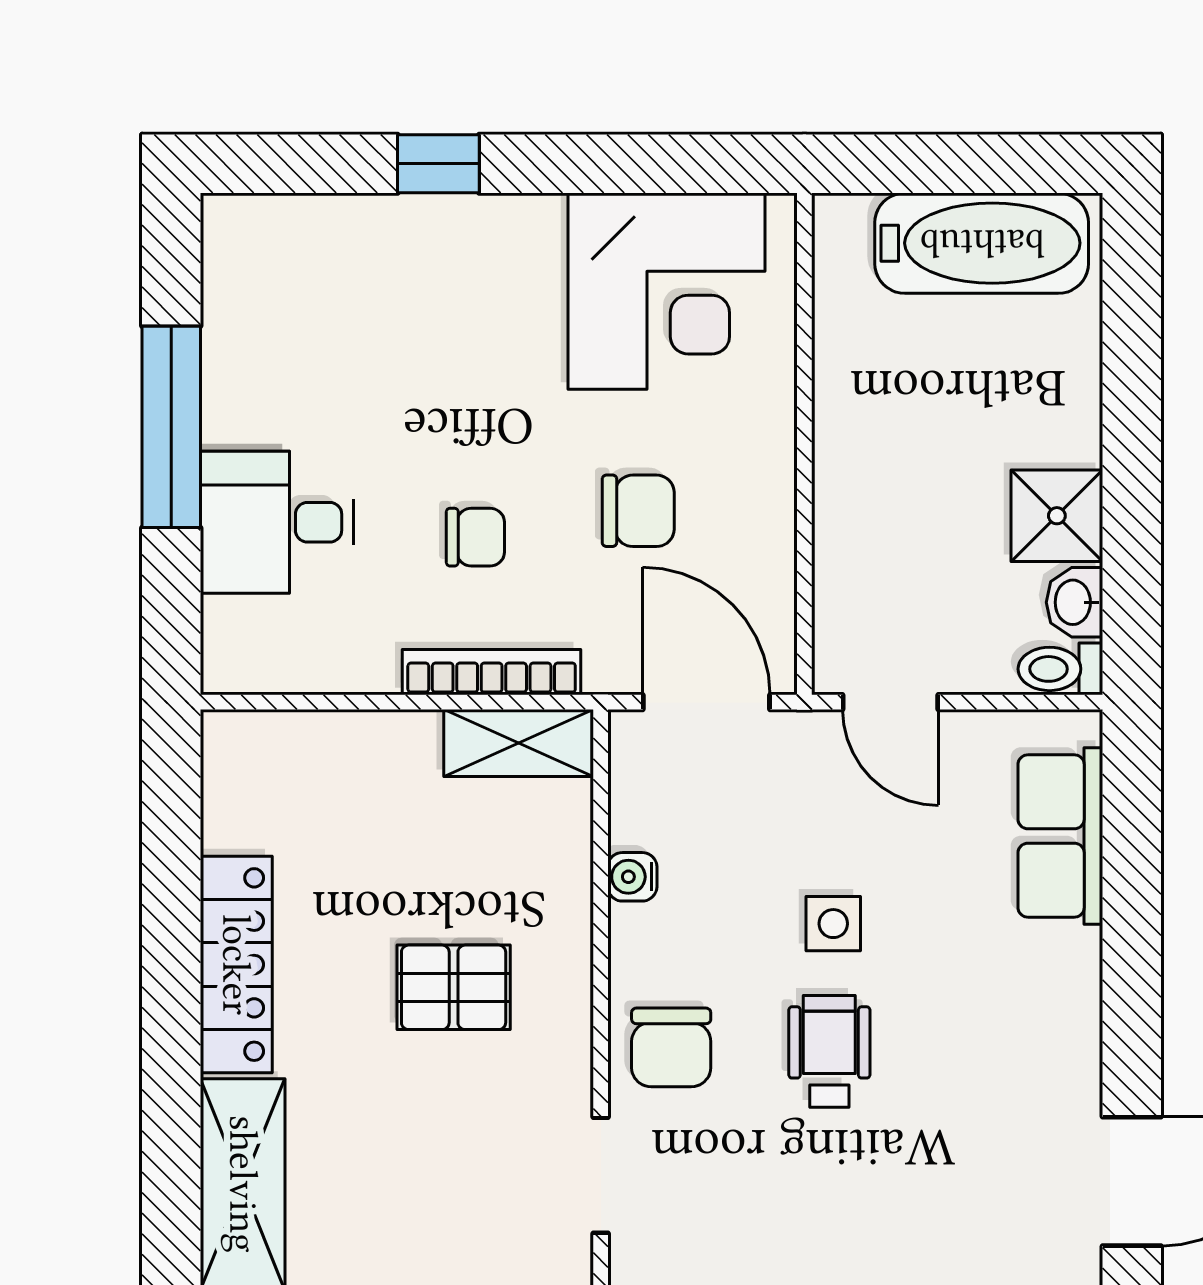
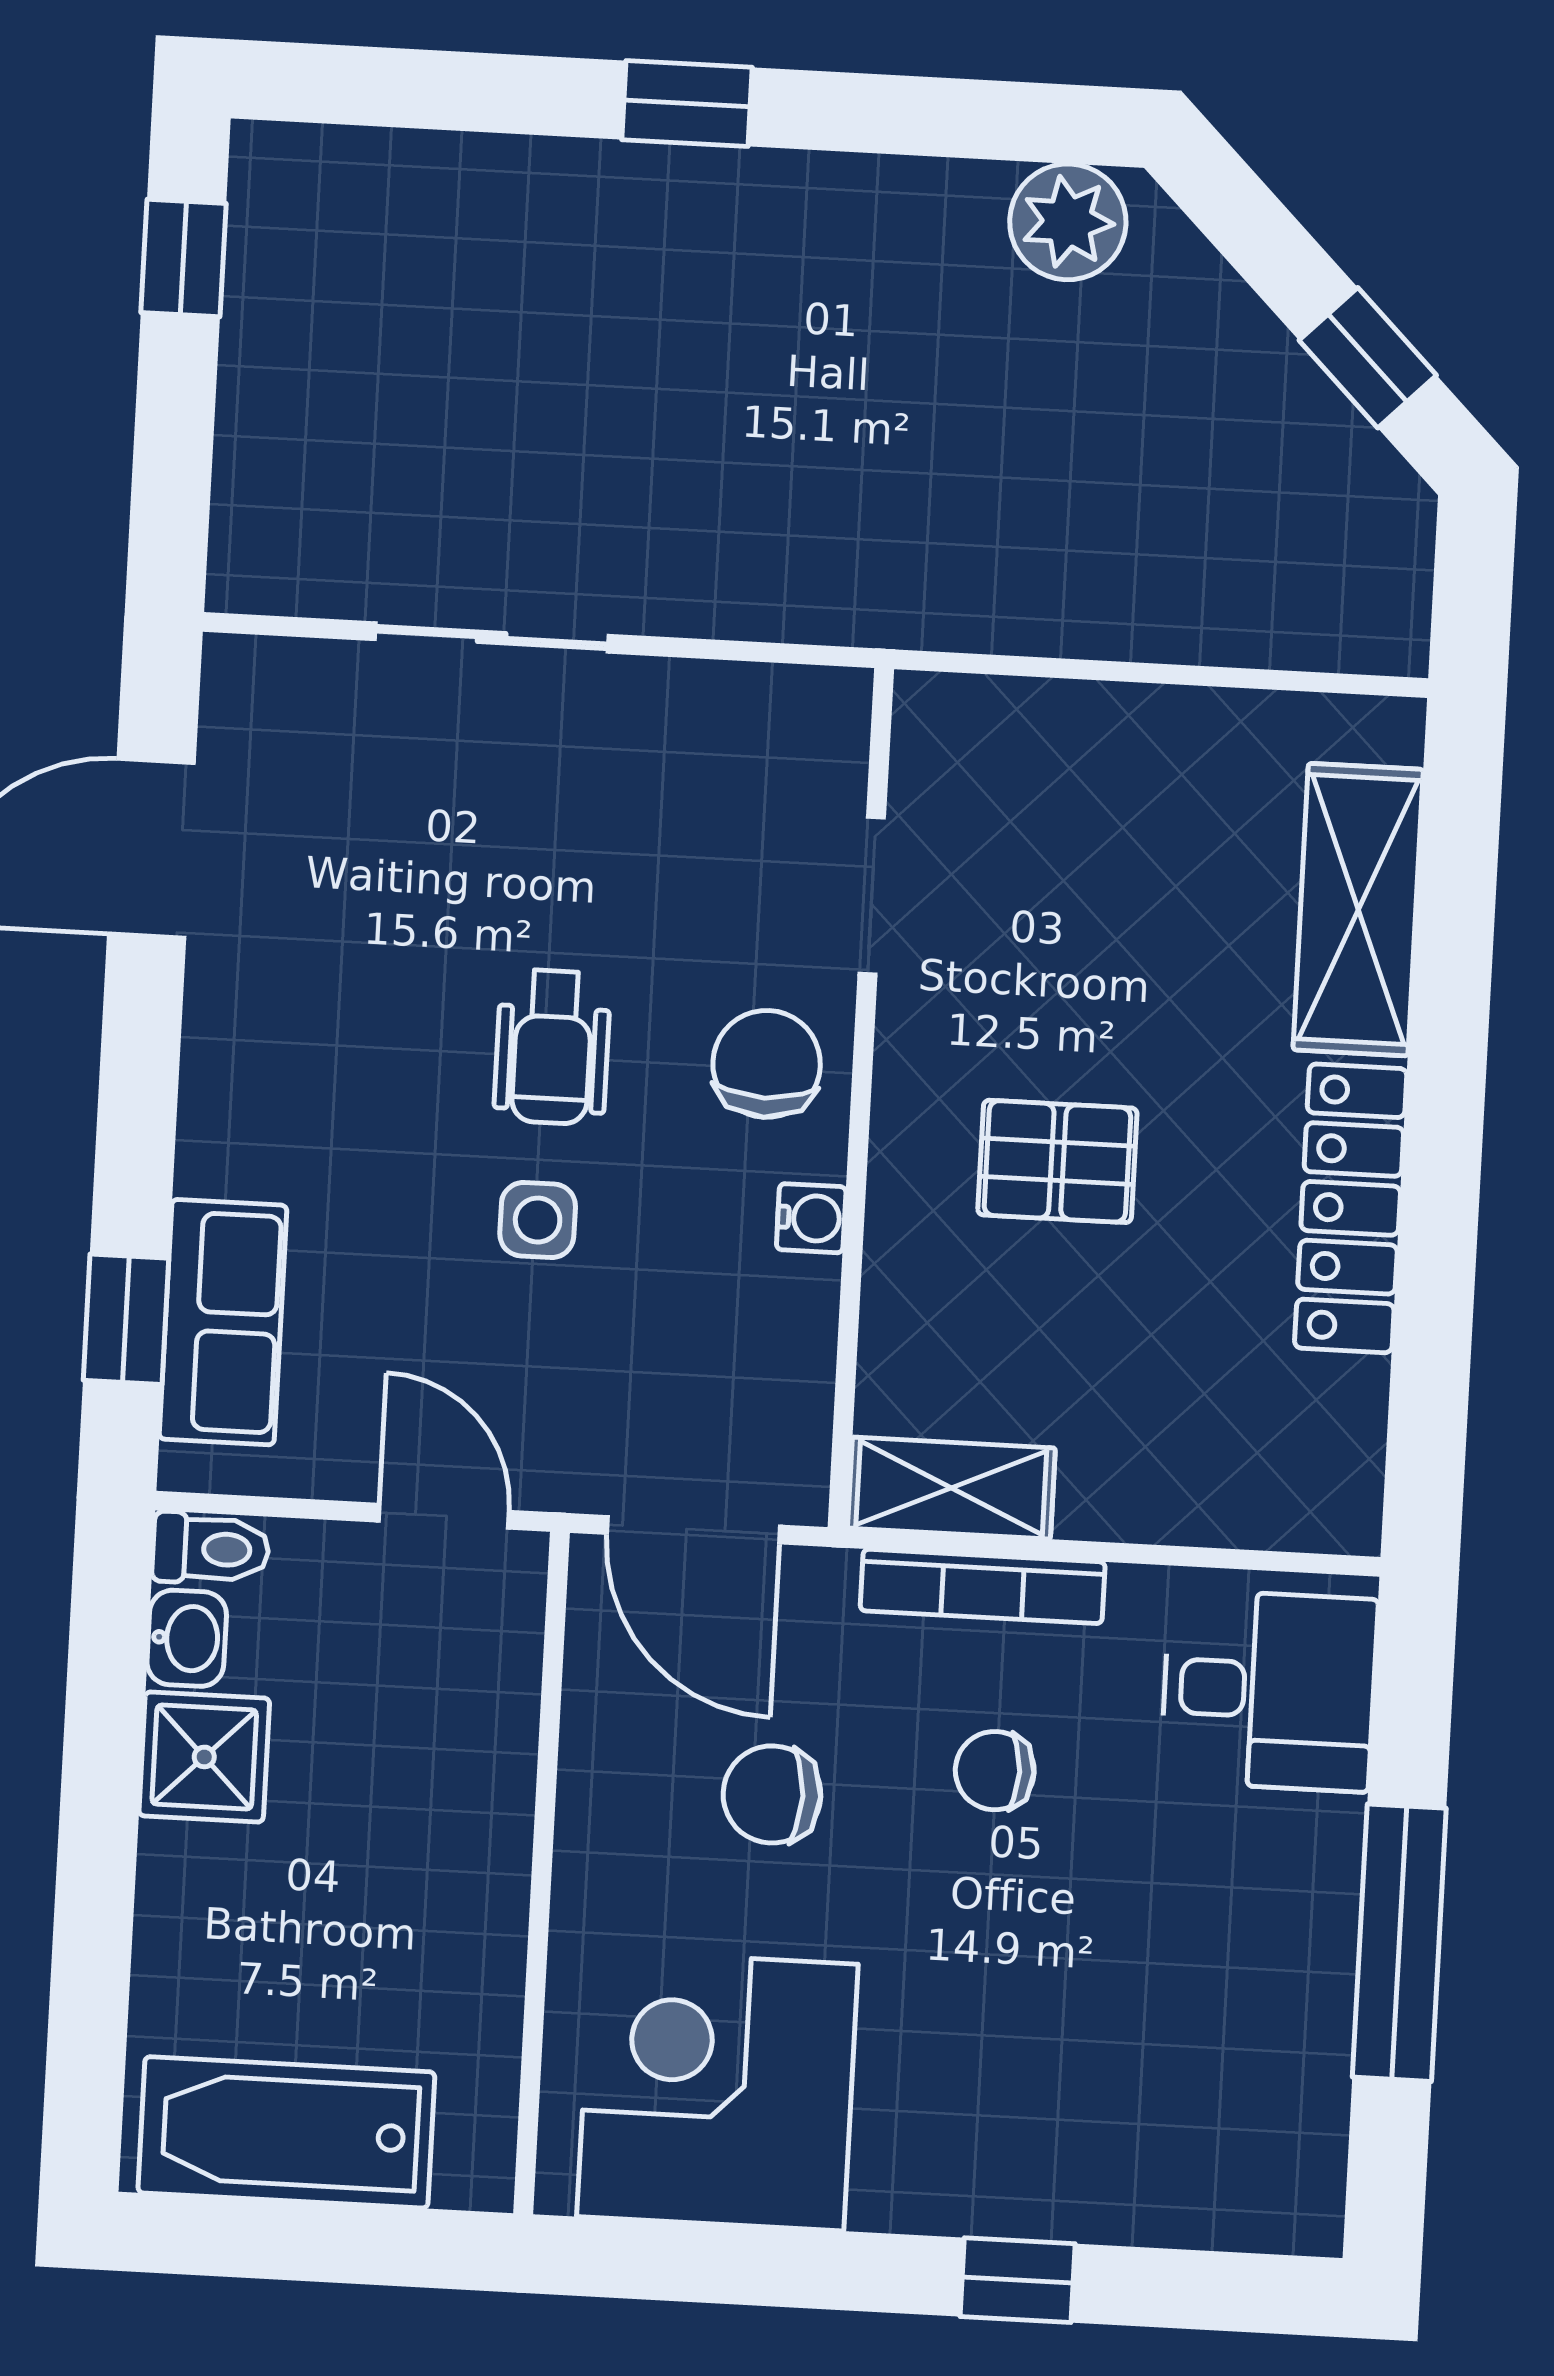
desk: (277, 522) -> (1269, 1690), moved
window: (1132, 834) -> (126, 1319), added
water cooler: (632, 877) -> (811, 1218), moved

